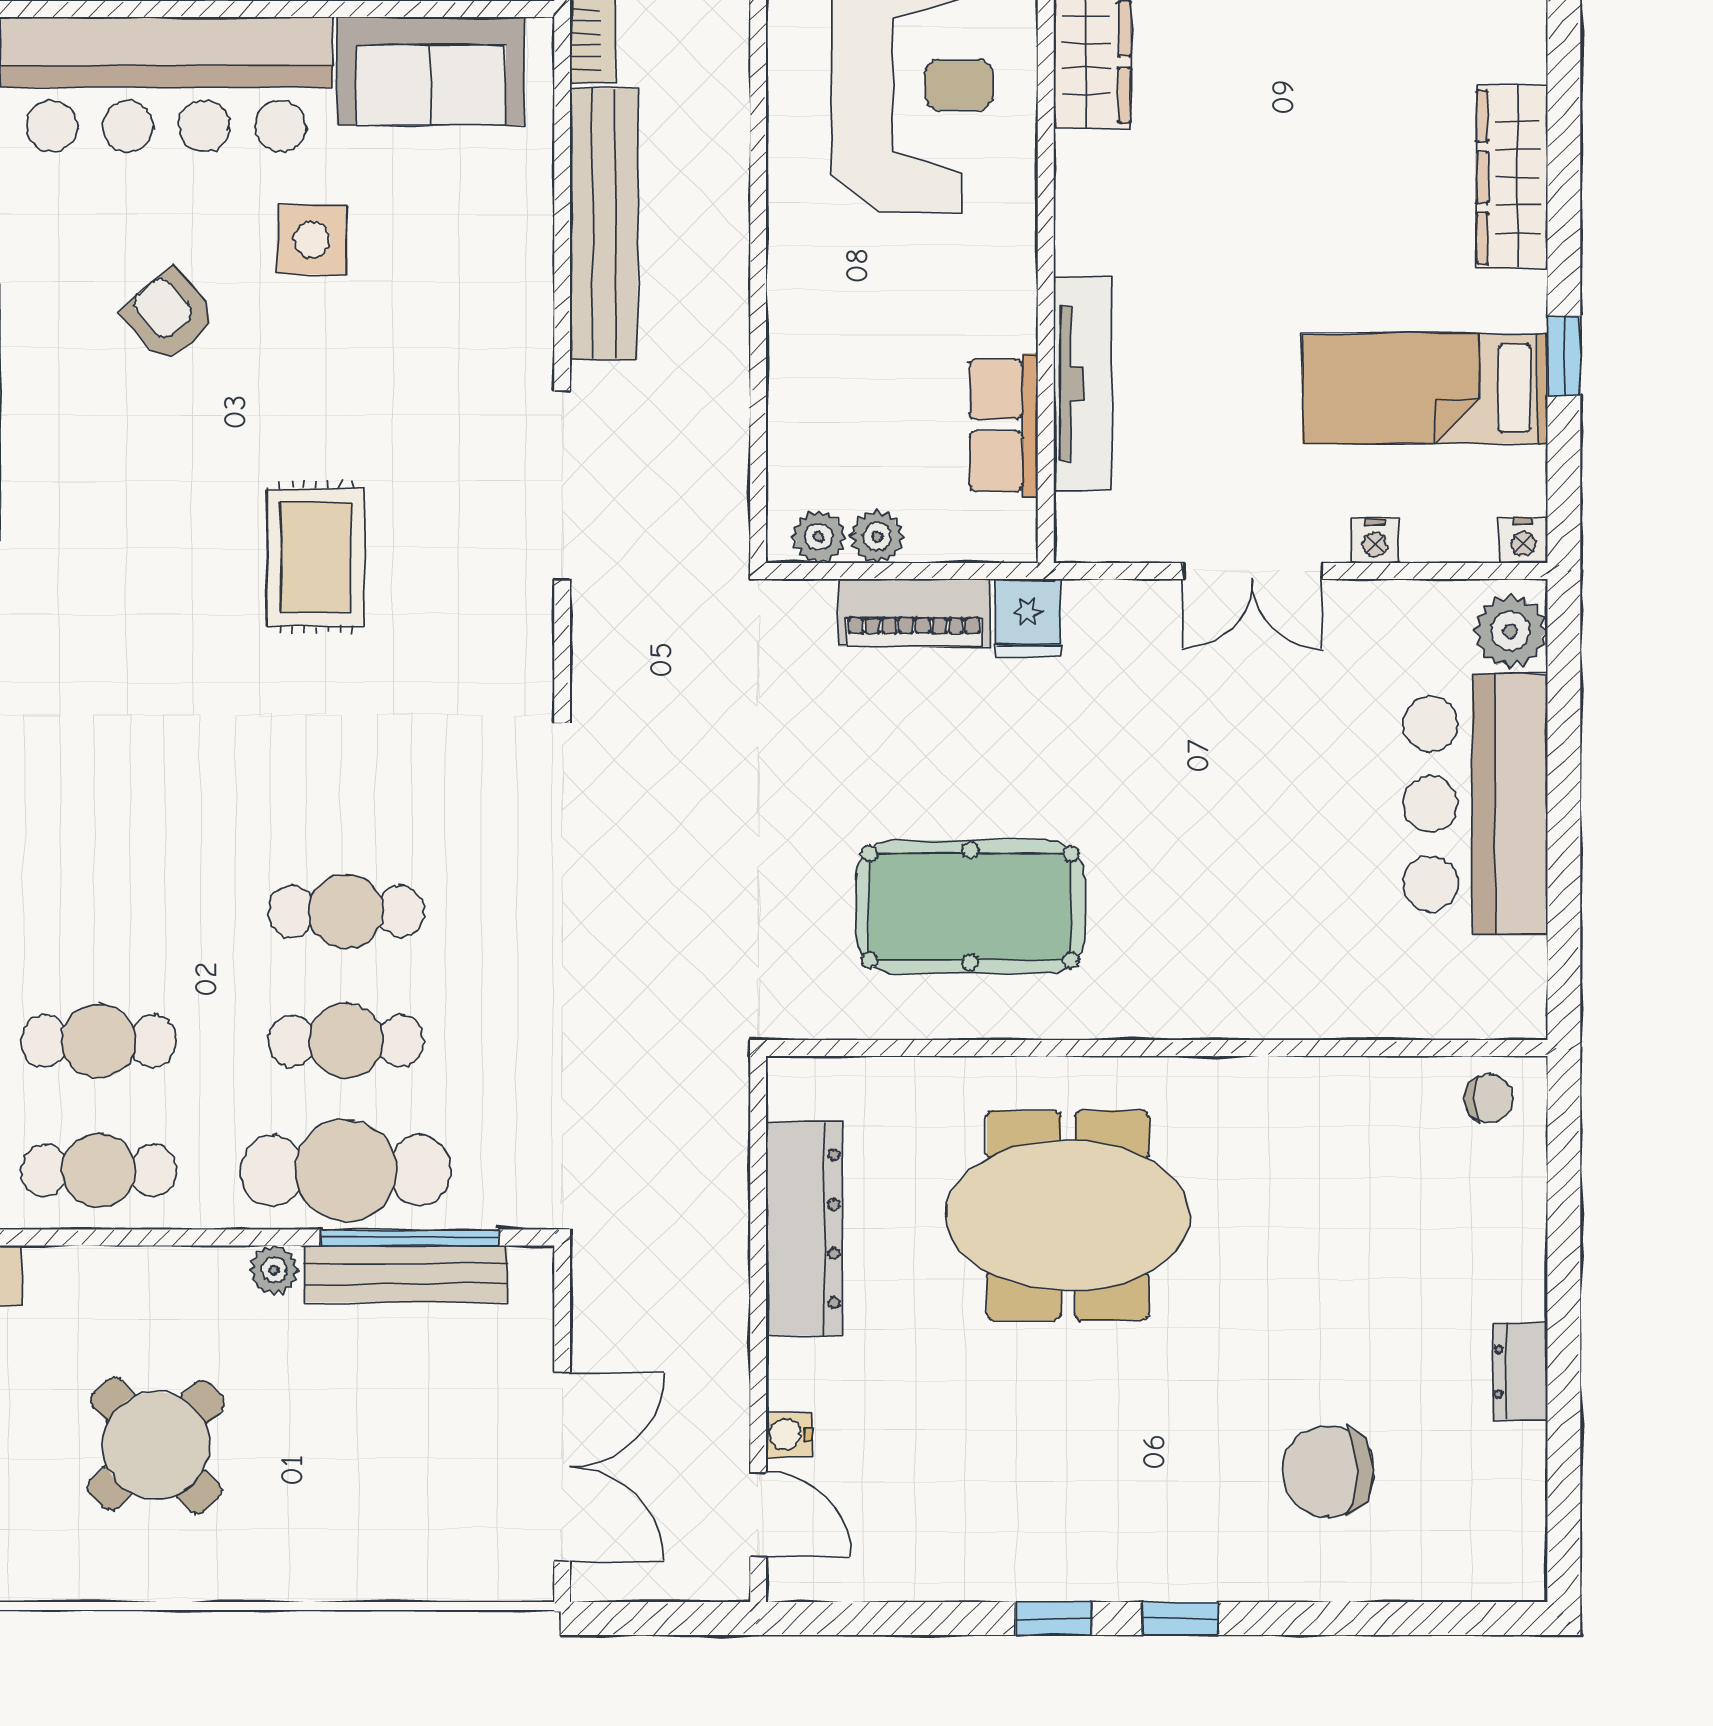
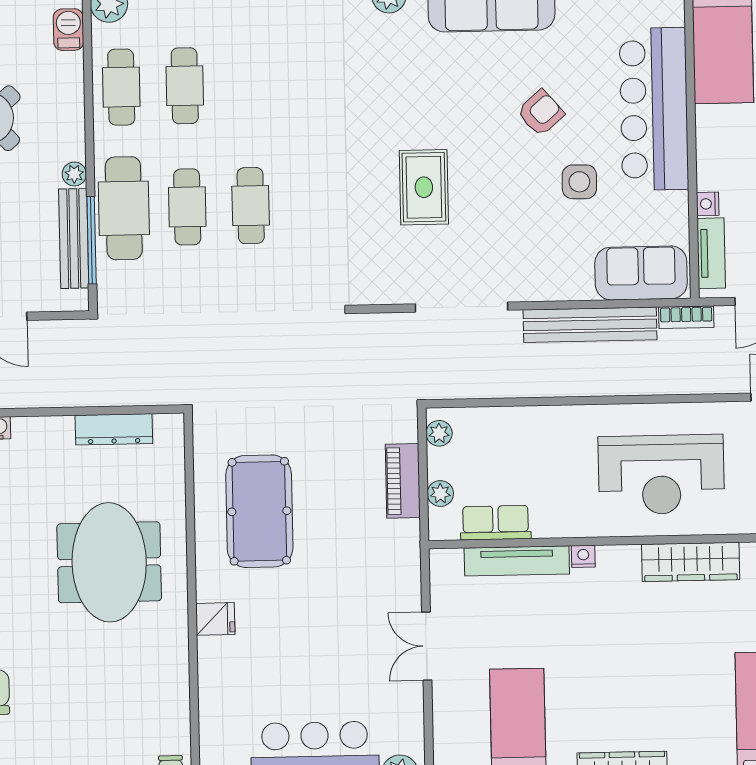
sofa: (431, 71) -> (641, 273), moved, turned 90
plant: (877, 537) -> (440, 494), moved
nightstand: (1375, 541) -> (583, 556), moved, turned 90
rug: (316, 557) -> (424, 187), turned 90
fridge: (1028, 618) -> (215, 619), moved, turned 180
dresser: (804, 1229) -> (114, 429), width x0.73, depth x0.80

